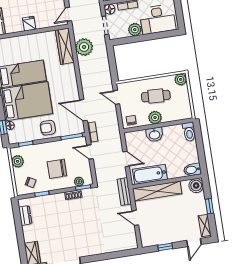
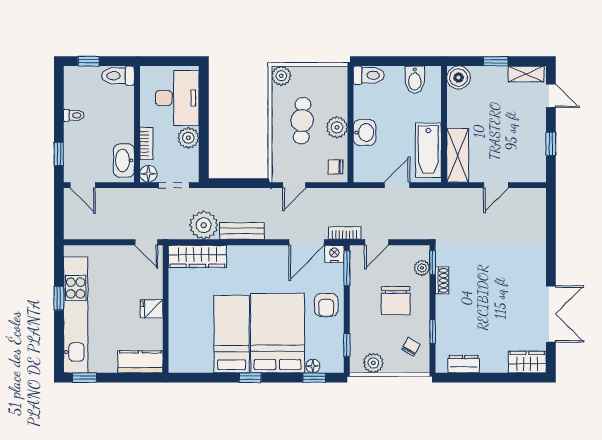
nightstand: (79, 128) -> (334, 254), added
bidet: (192, 170) -> (415, 80), moved
shelving: (157, 191) -> (458, 155), width x0.68
bench: (124, 192) -> (242, 231), moved

